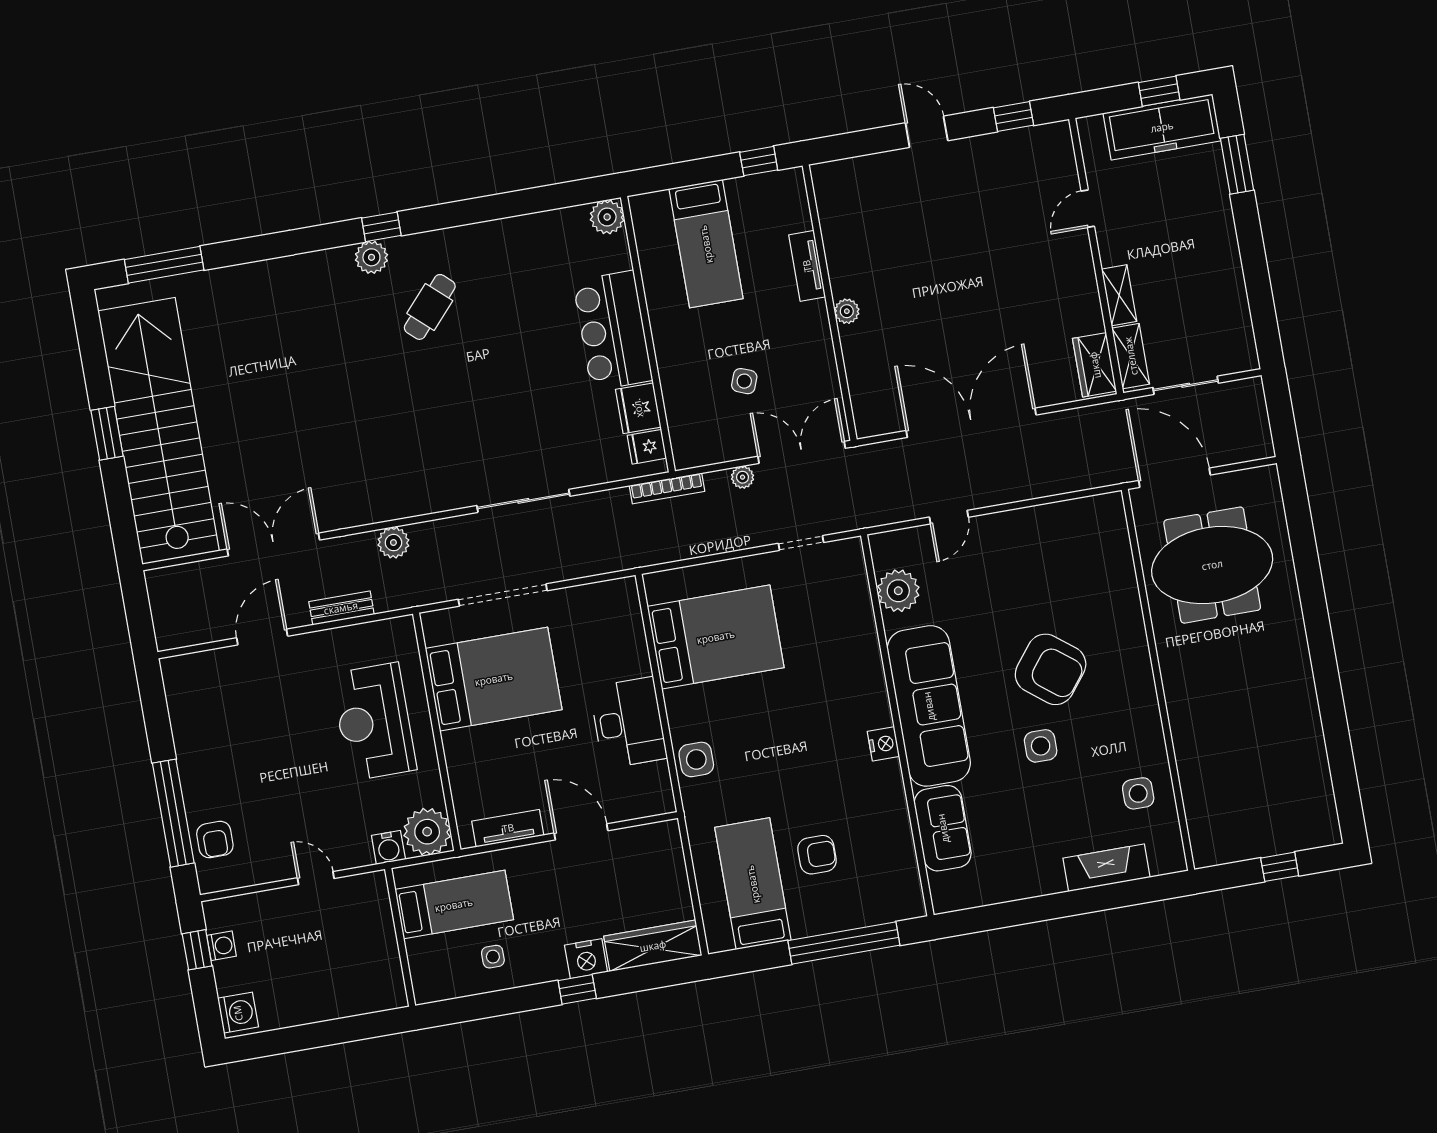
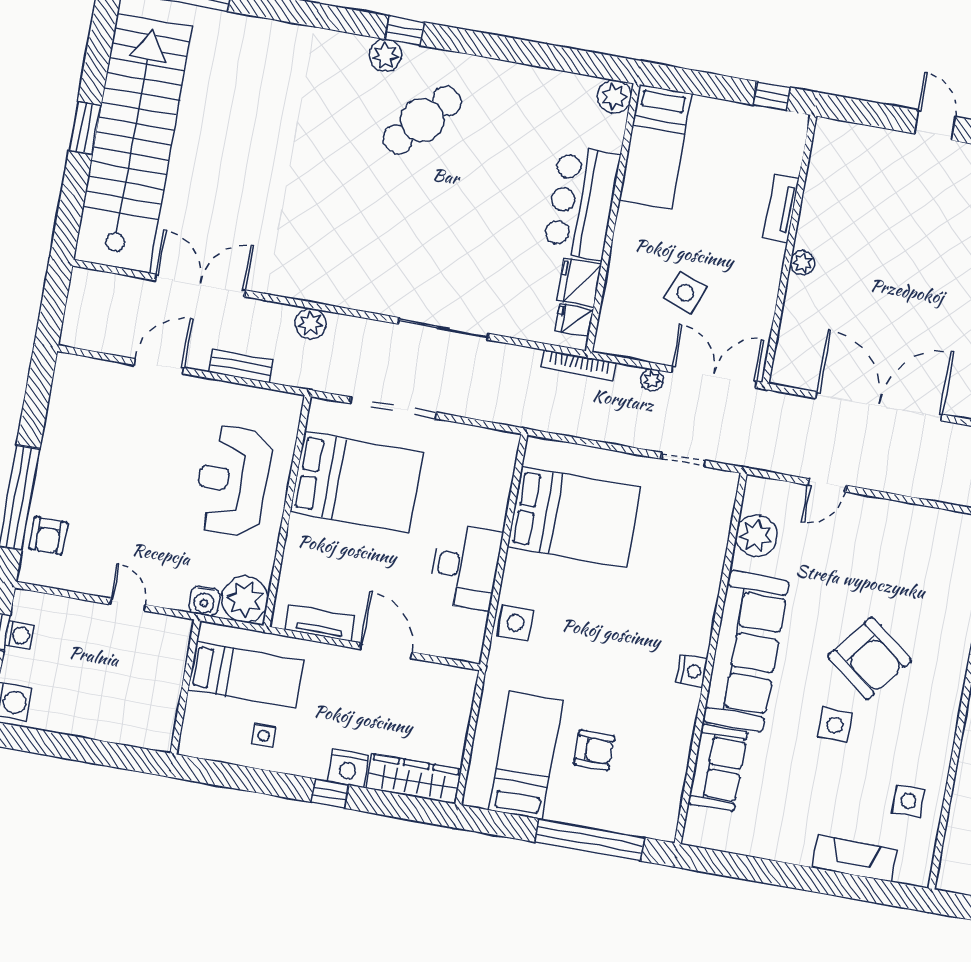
bed: (706, 244) -> (655, 147), moved
cafe table: (430, 307) -> (422, 120), width x1.37, depth x1.35
side table: (744, 381) -> (685, 293), width x1.37, depth x1.37

